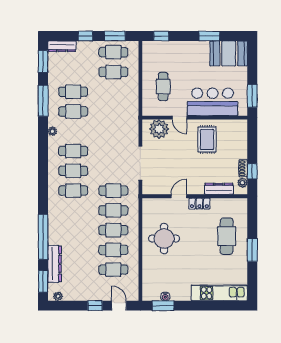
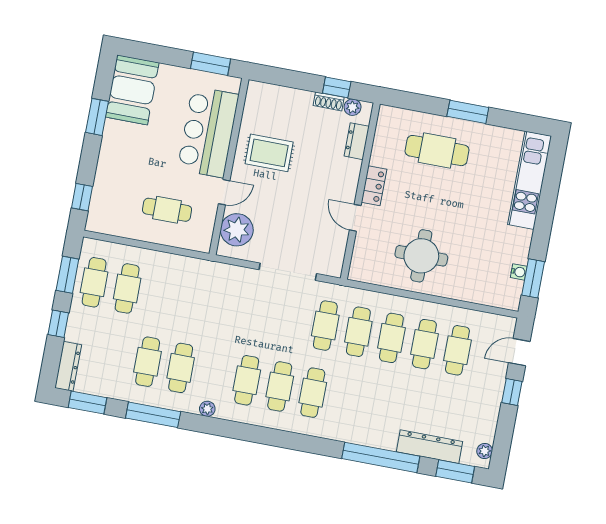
dresser: (219, 189) -> (357, 141), width x0.70

